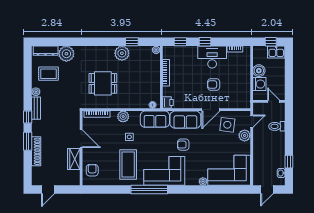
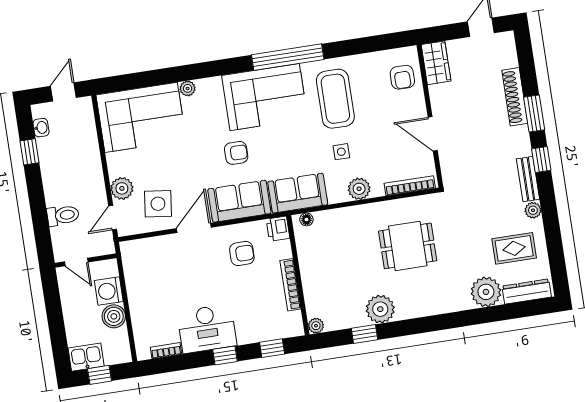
armchair: (214, 84) -> (242, 254), moved
wardrobe: (74, 159) -> (436, 63), moved

